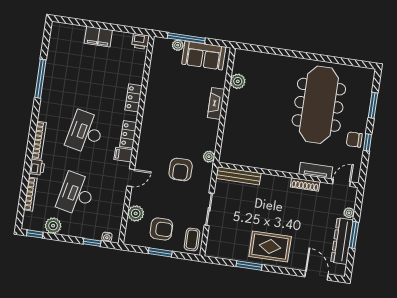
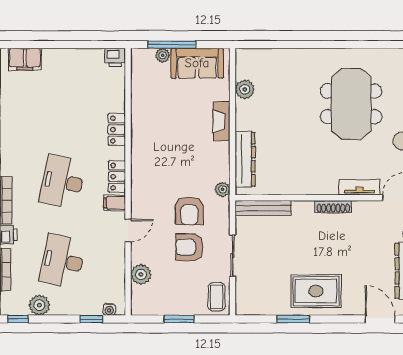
filing cabinet: (98, 37) -> (25, 59), moved
meeting table: (319, 105) -> (351, 104), width x0.73
dresser: (230, 136) -> (245, 159), added
shoe rack: (305, 184) -> (333, 207), moved
armchair: (161, 229) -> (189, 247), moved, turned 180

